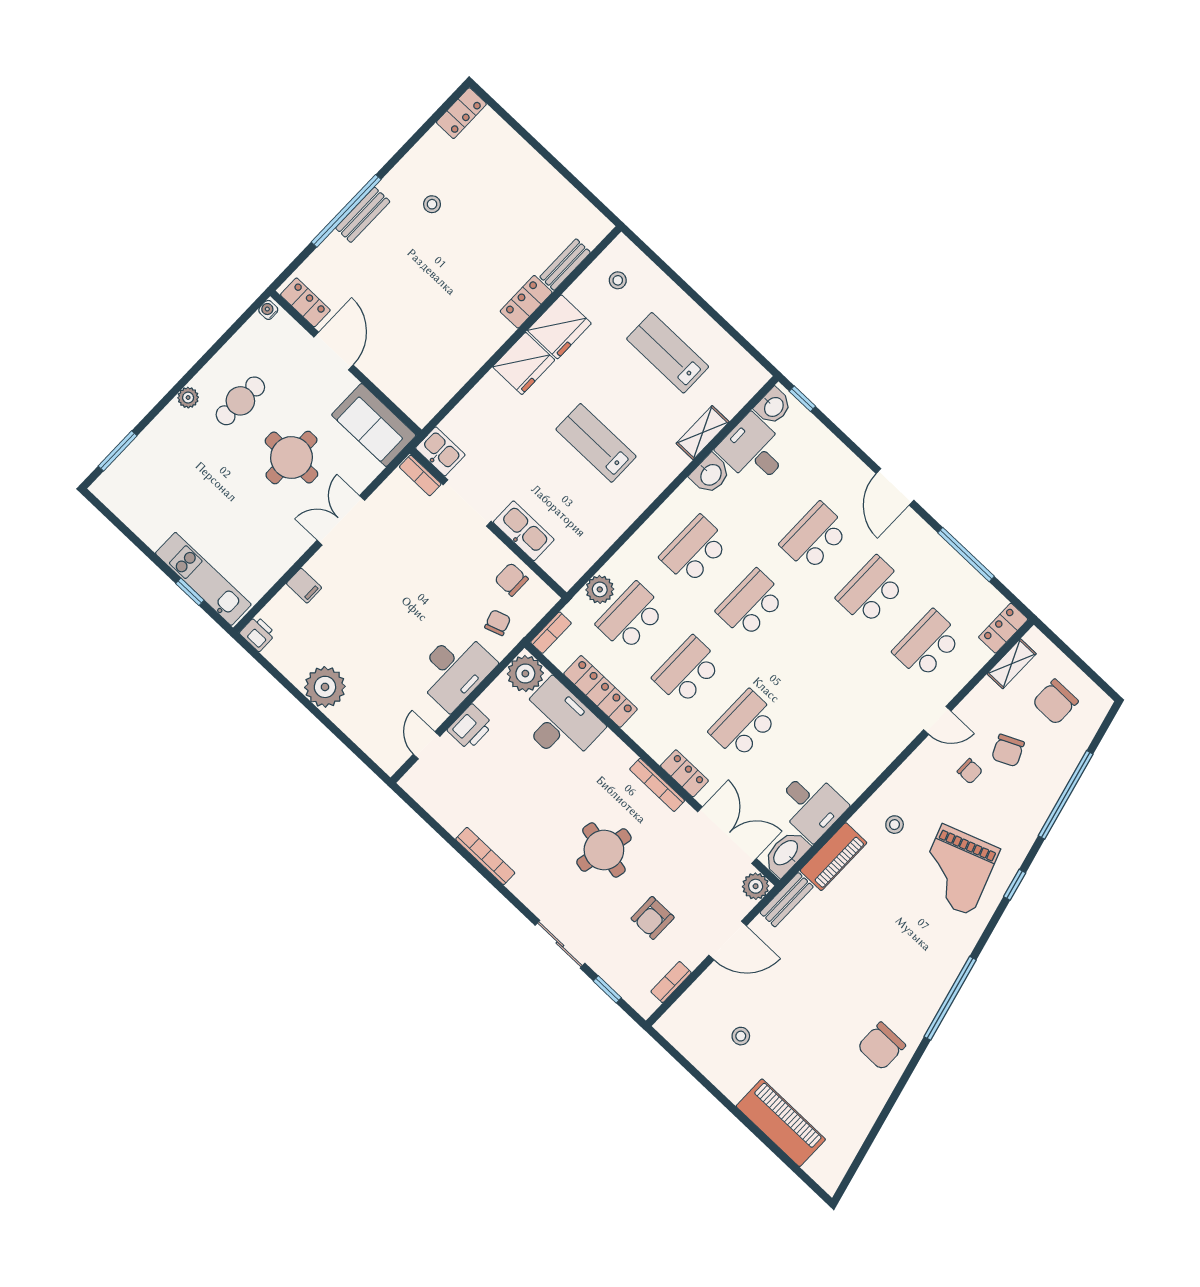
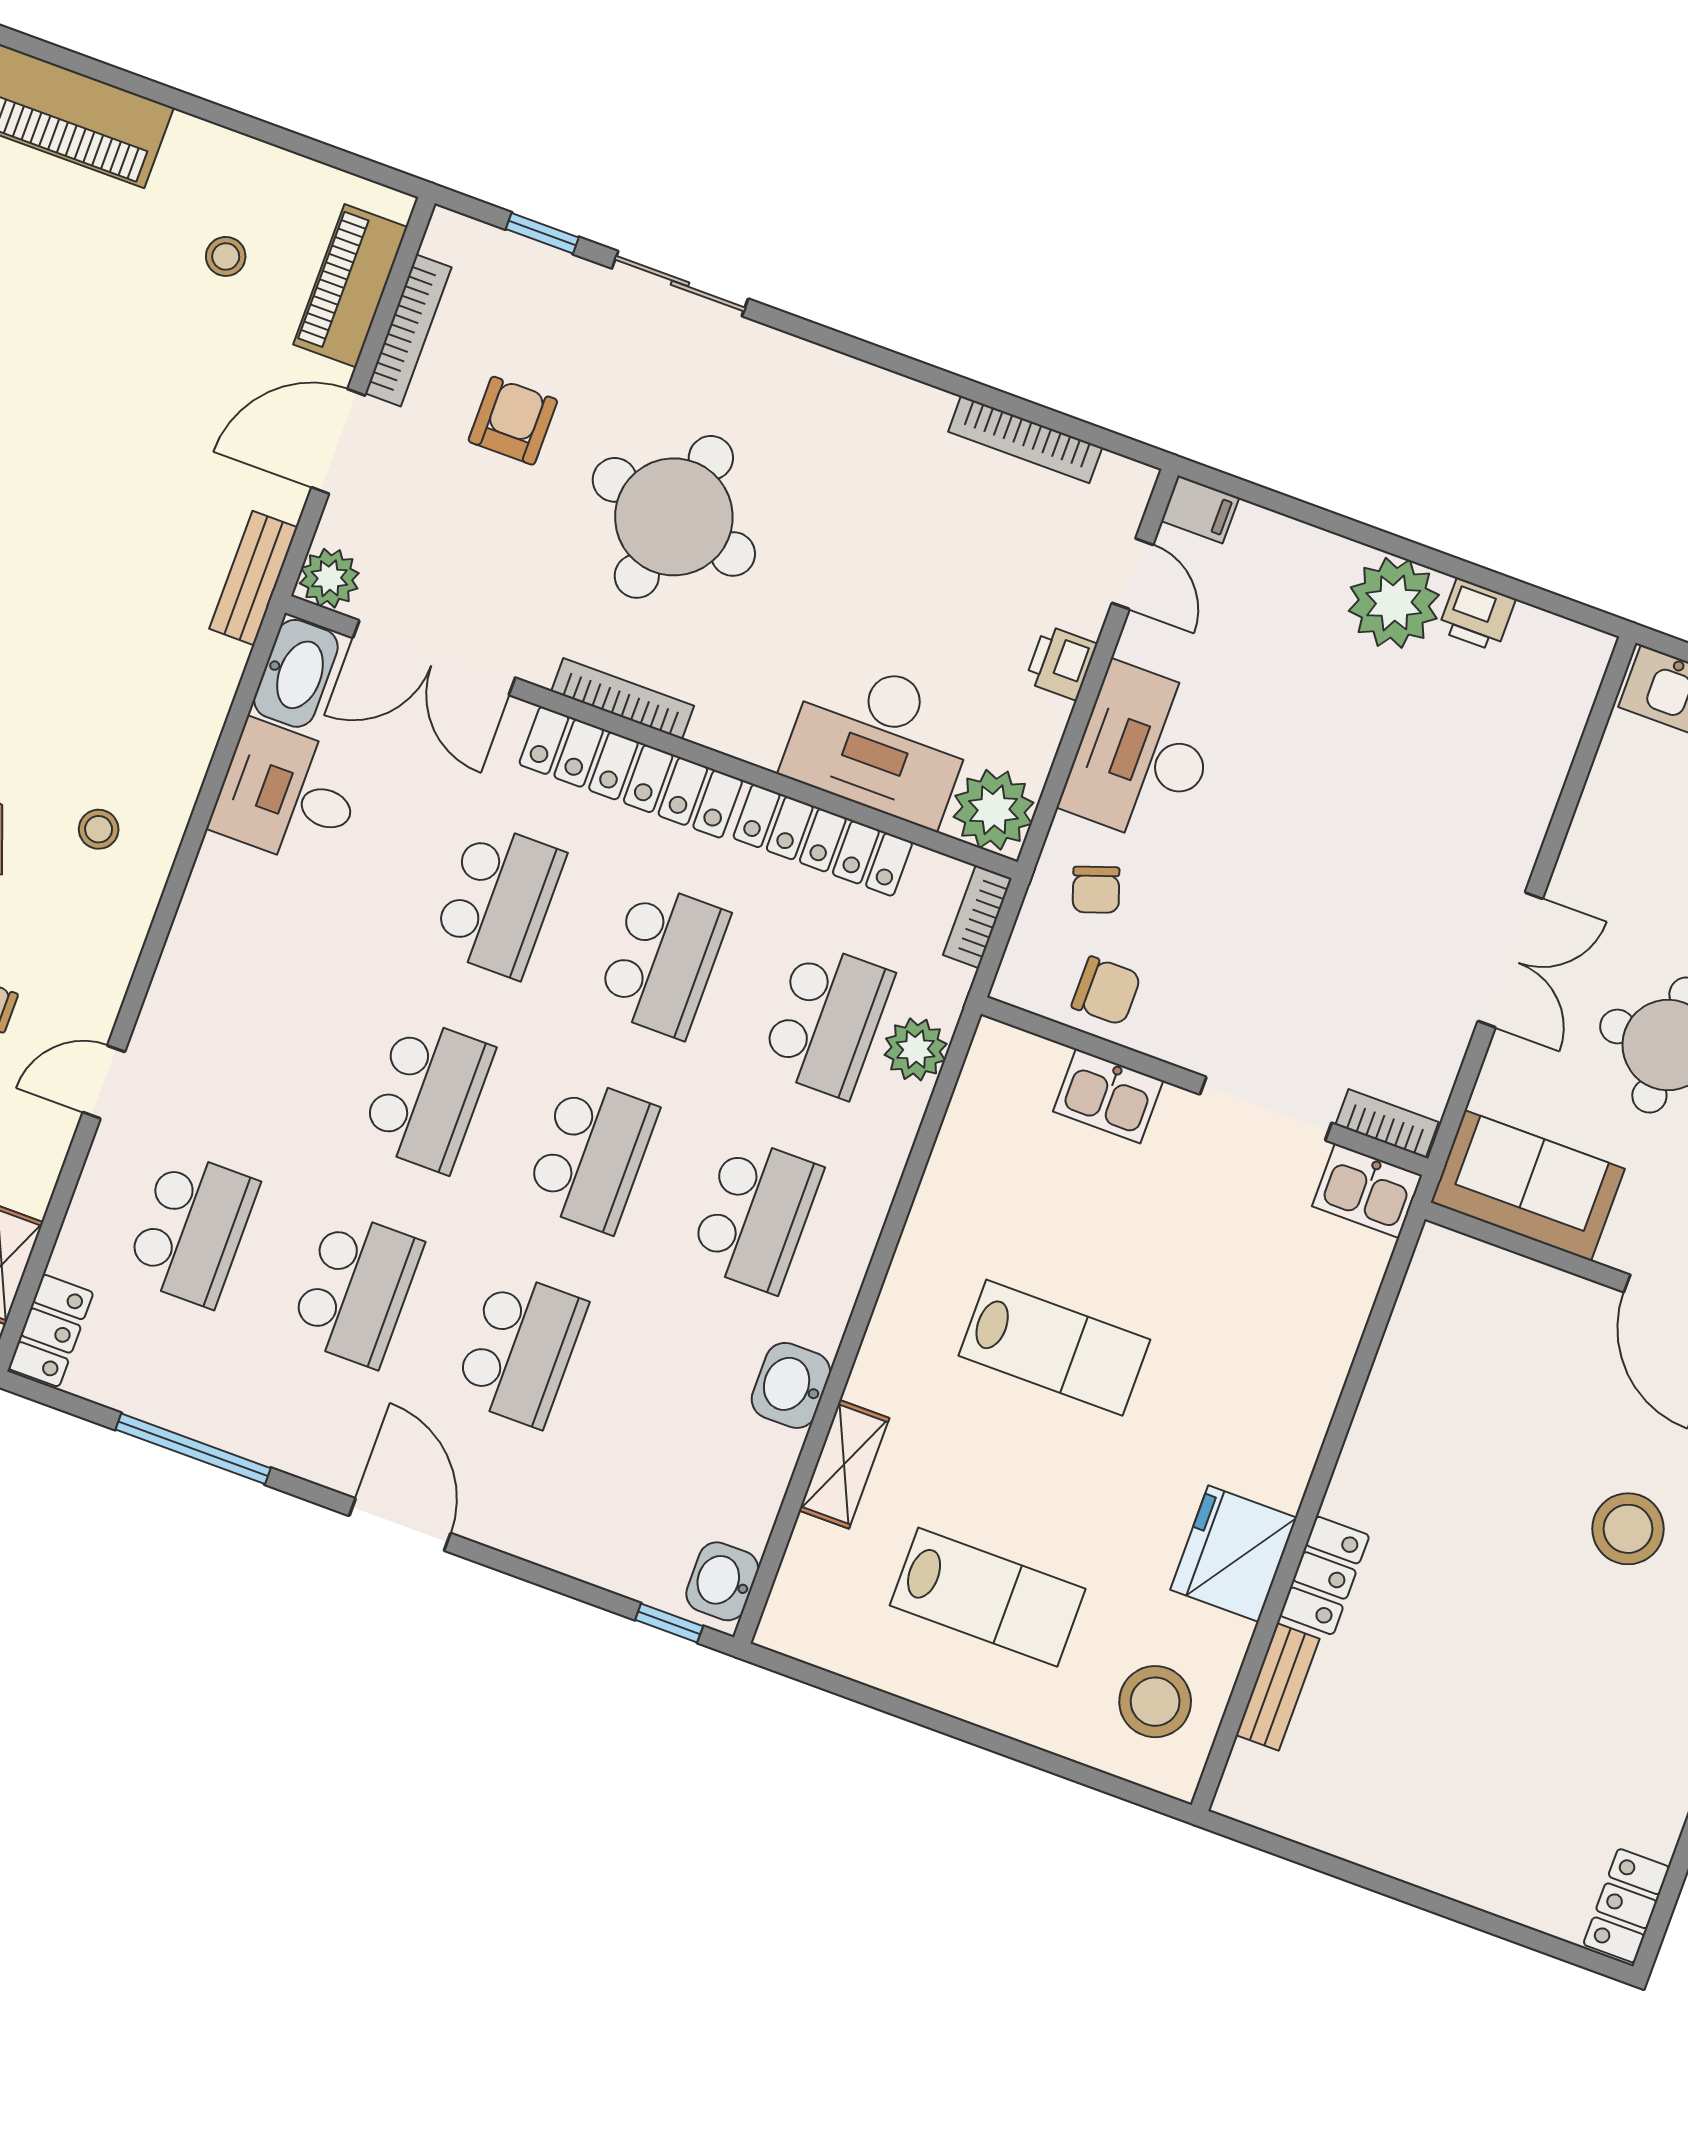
stool: (432, 204) -> (1628, 1529), moved, width x1.89, depth x1.89
stool: (618, 280) -> (1155, 1702), width x1.89, depth x1.89
fridge: (524, 363) -> (1274, 1446), removed
desk: (753, 450) -> (724, 1473), removed
kitchen sink: (524, 531) -> (1108, 1096), width x0.73
filing cabinet: (304, 586) -> (1200, 509), moved, turned 180
printer: (258, 634) -> (1477, 615), moved
school desk: (807, 658) -> (427, 1095), added
printer: (470, 727) -> (1061, 663), width x0.73, depth x0.81
locker: (684, 773) -> (631, 772), width x2.16, depth x1.21
round table: (604, 850) -> (674, 517), width x1.36, depth x1.36
bookcase: (485, 856) -> (1025, 440), moved
piano: (833, 857) -> (350, 286), moved
bookcase: (671, 982) -> (408, 330), width x1.56

